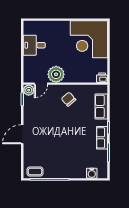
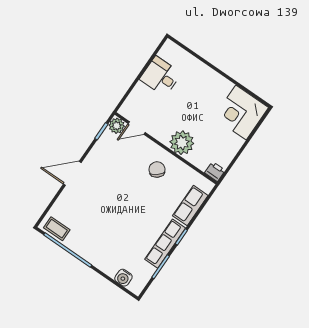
corner desk: (89, 39) -> (241, 112), width x0.74, depth x0.74
plant: (56, 74) -> (182, 143), moved
row of seats: (102, 138) -> (165, 244), width x1.48

